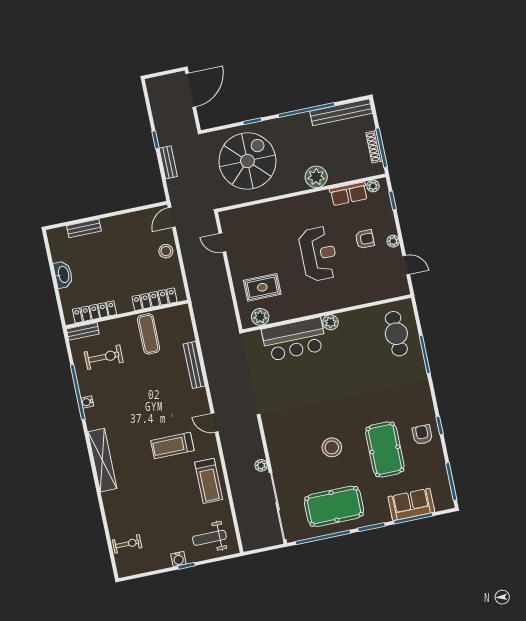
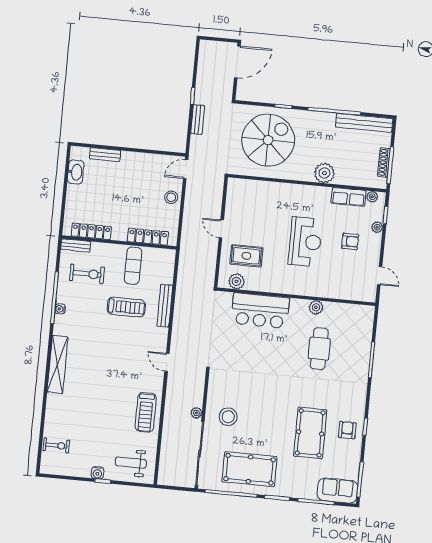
plant: (393, 241) -> (377, 227), moved
door: (222, 243) -> (221, 229), moved
washbasin: (63, 275) -> (76, 172), moved
plant: (331, 322) -> (316, 307), moved
cafe table: (396, 334) -> (319, 349), moved
treadmill: (172, 445) -> (126, 307), moved, turned 180
stool: (332, 447) -> (228, 417), moved
sofa: (411, 504) -> (337, 491), moved

